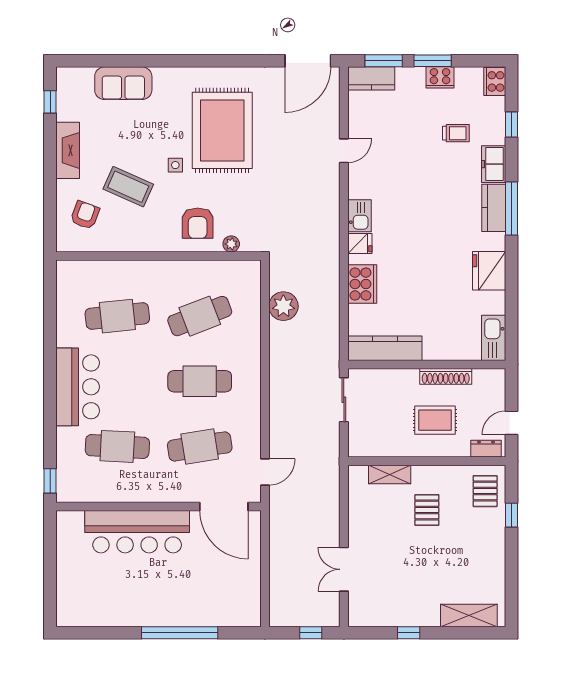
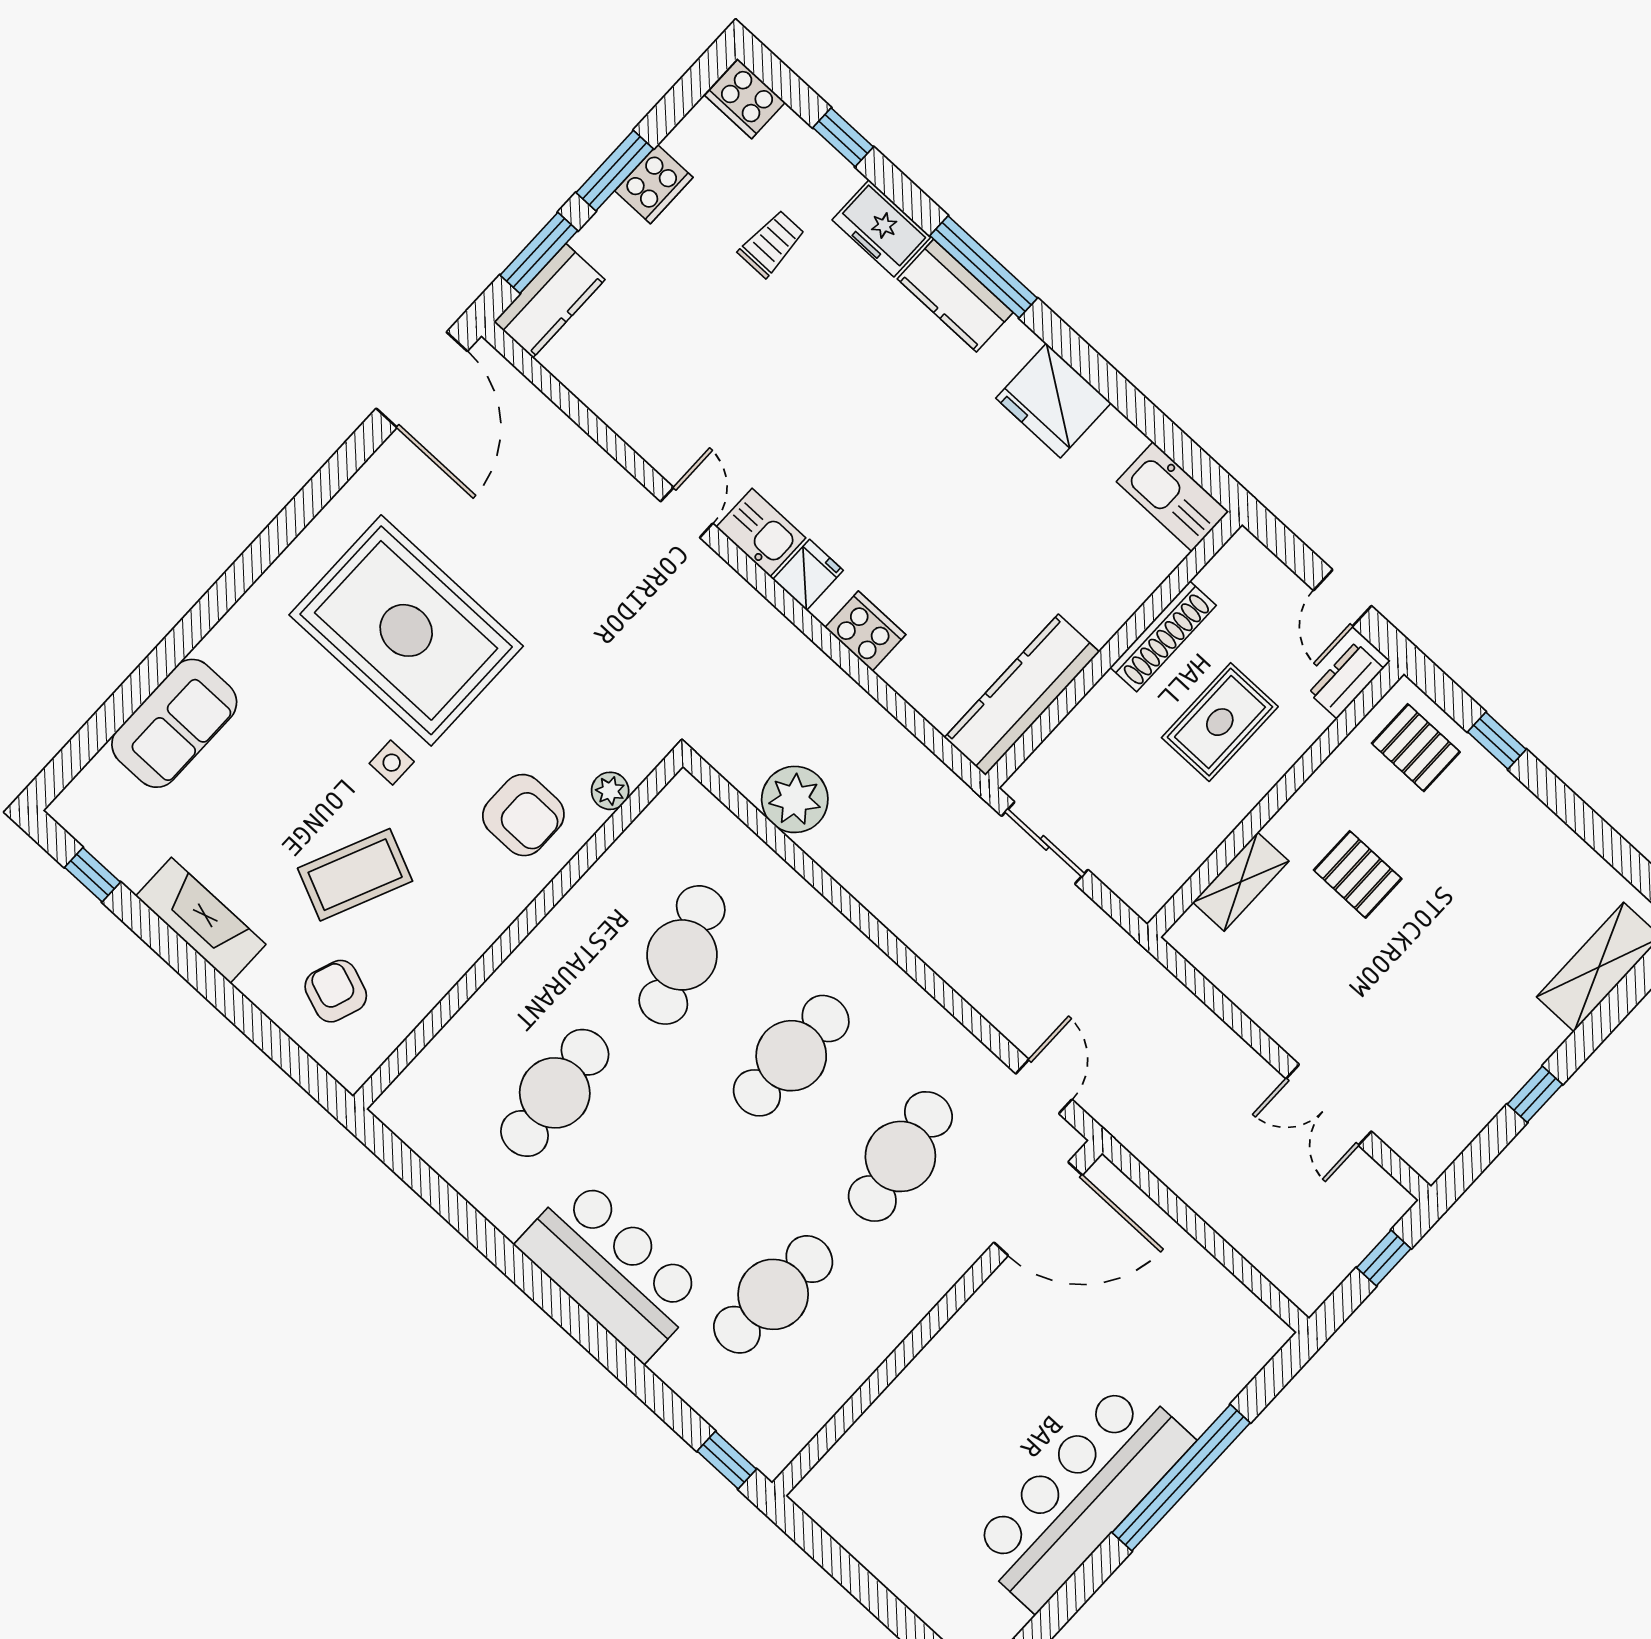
door: (344, 151) -> (687, 512), moved
cooker: (362, 284) -> (865, 631), width x0.73, depth x0.76
bar counter: (137, 532) -> (1081, 1495), moved, turned 180

